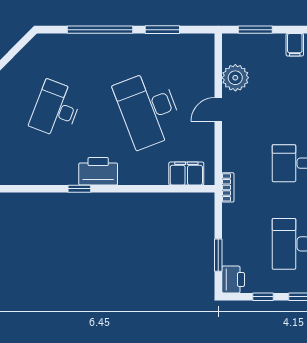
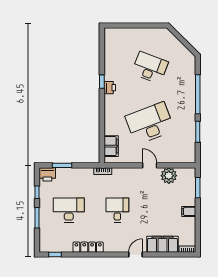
printer: (98, 171) -> (110, 88), width x0.53, depth x0.68

